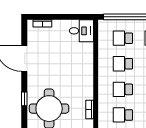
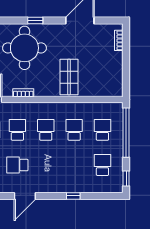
desk: (81, 31) -> (111, 84), removed
shop shelf: (75, 68) -> (69, 77), added

